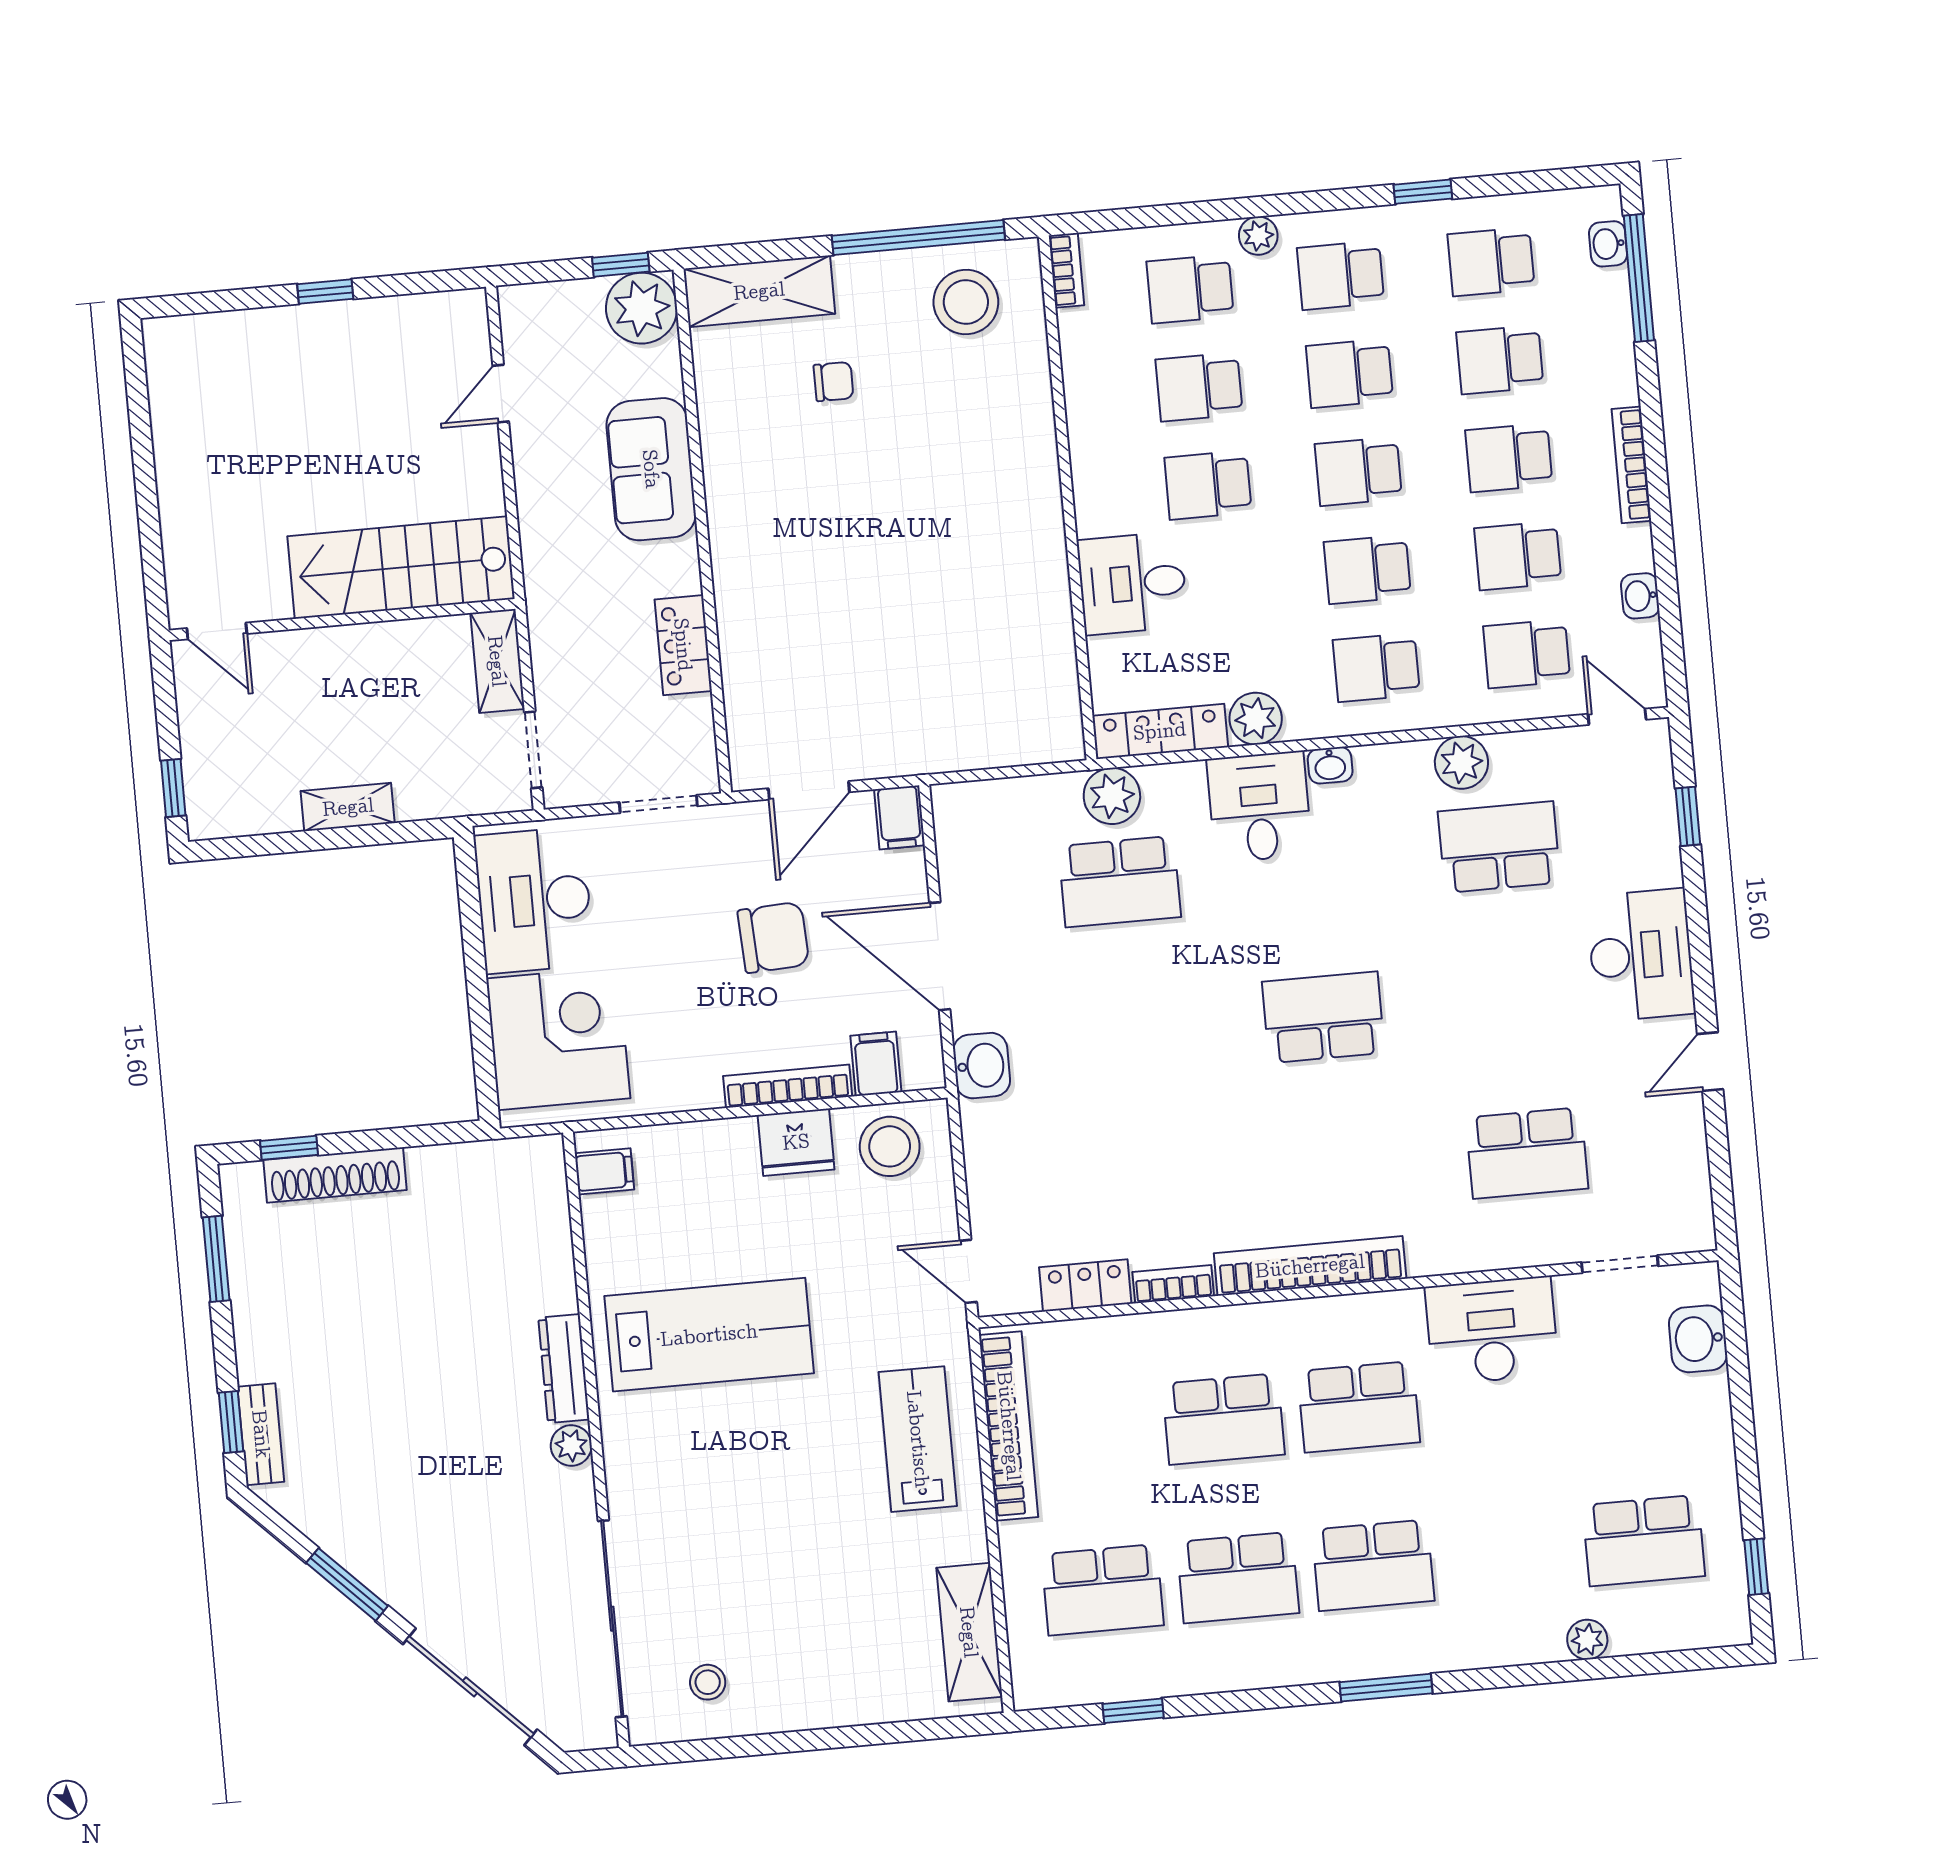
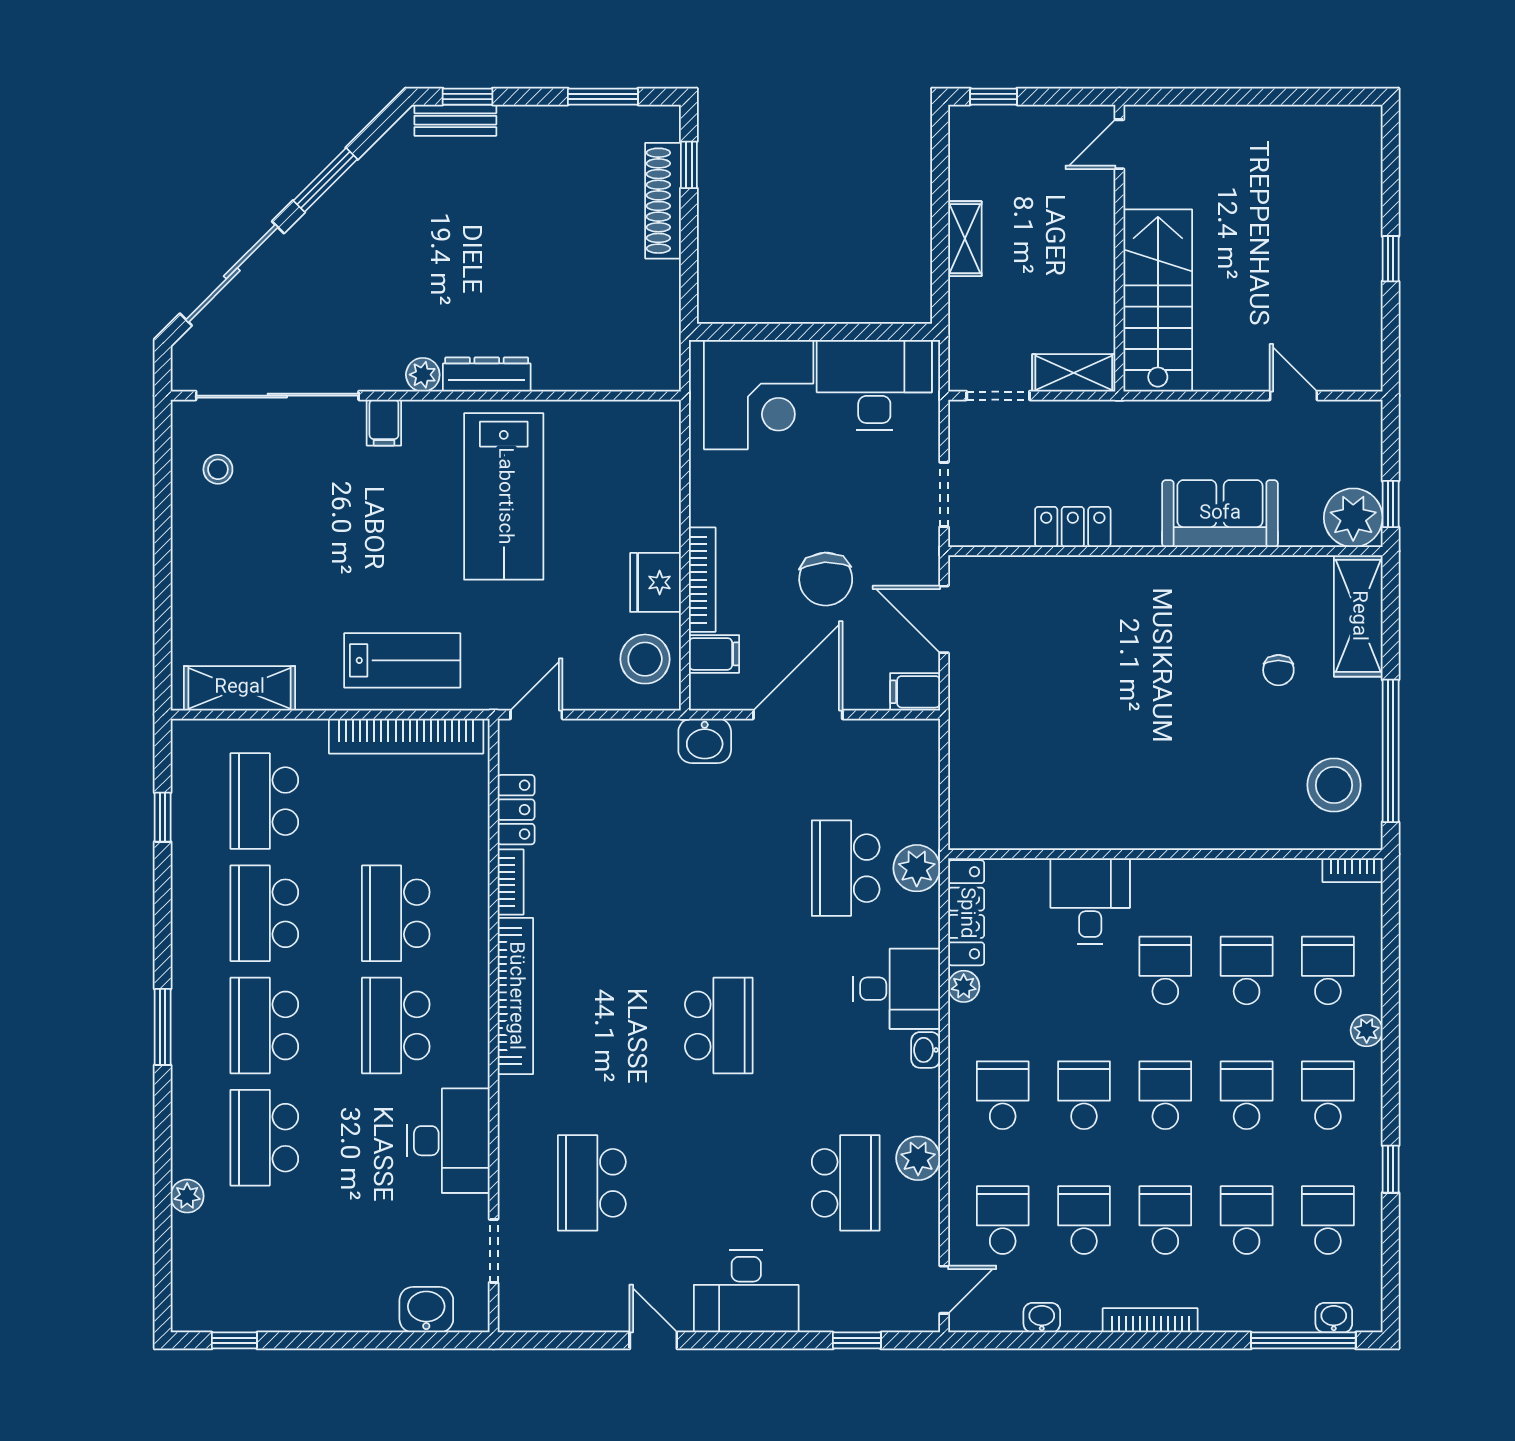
plant: (1256, 719) -> (964, 986), width x0.73, depth x0.73
filing cabinet: (604, 1171) -> (384, 423), moved
school desk: (1644, 1541) -> (264, 1138), moved

